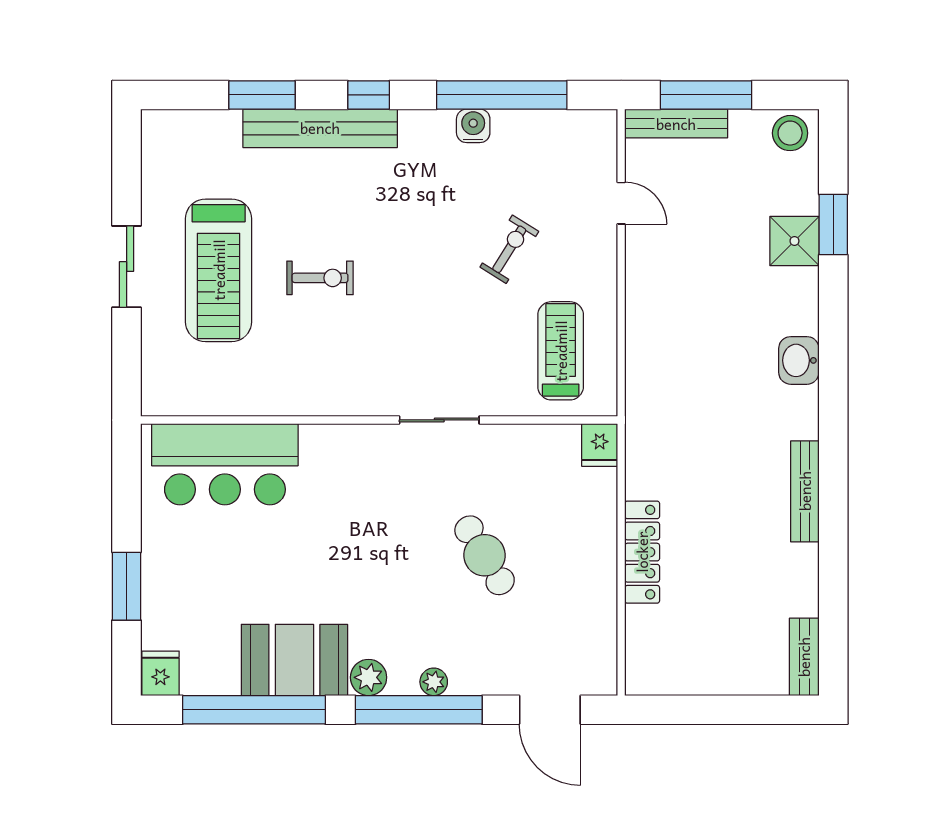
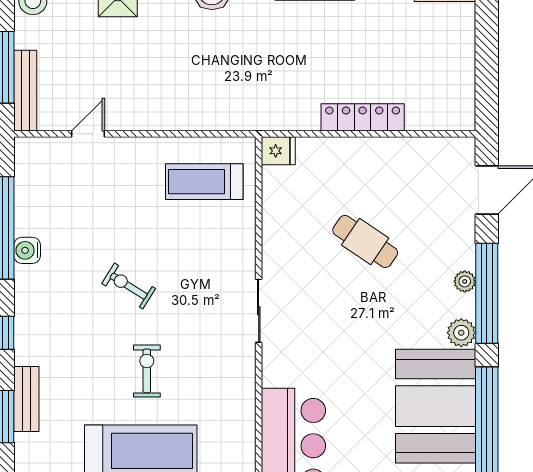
bench: (320, 128) -> (26, 399), width x0.54, depth x0.82
exercise bike: (509, 249) -> (129, 286), moved
sliding door: (439, 420) -> (259, 311), moved
cafe table: (485, 555) -> (365, 241), turned 65
booth: (294, 660) -> (436, 406), width x1.36, depth x1.42

